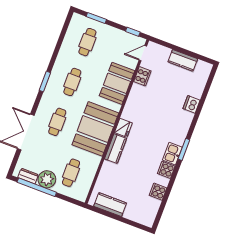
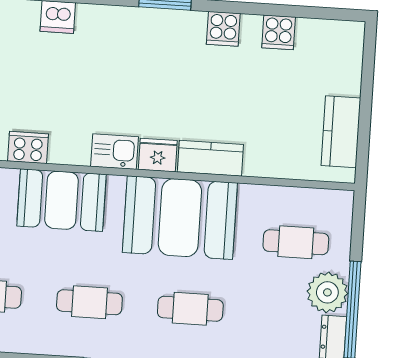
kitchen sink: (172, 154) -> (115, 152), moved, turned 180

